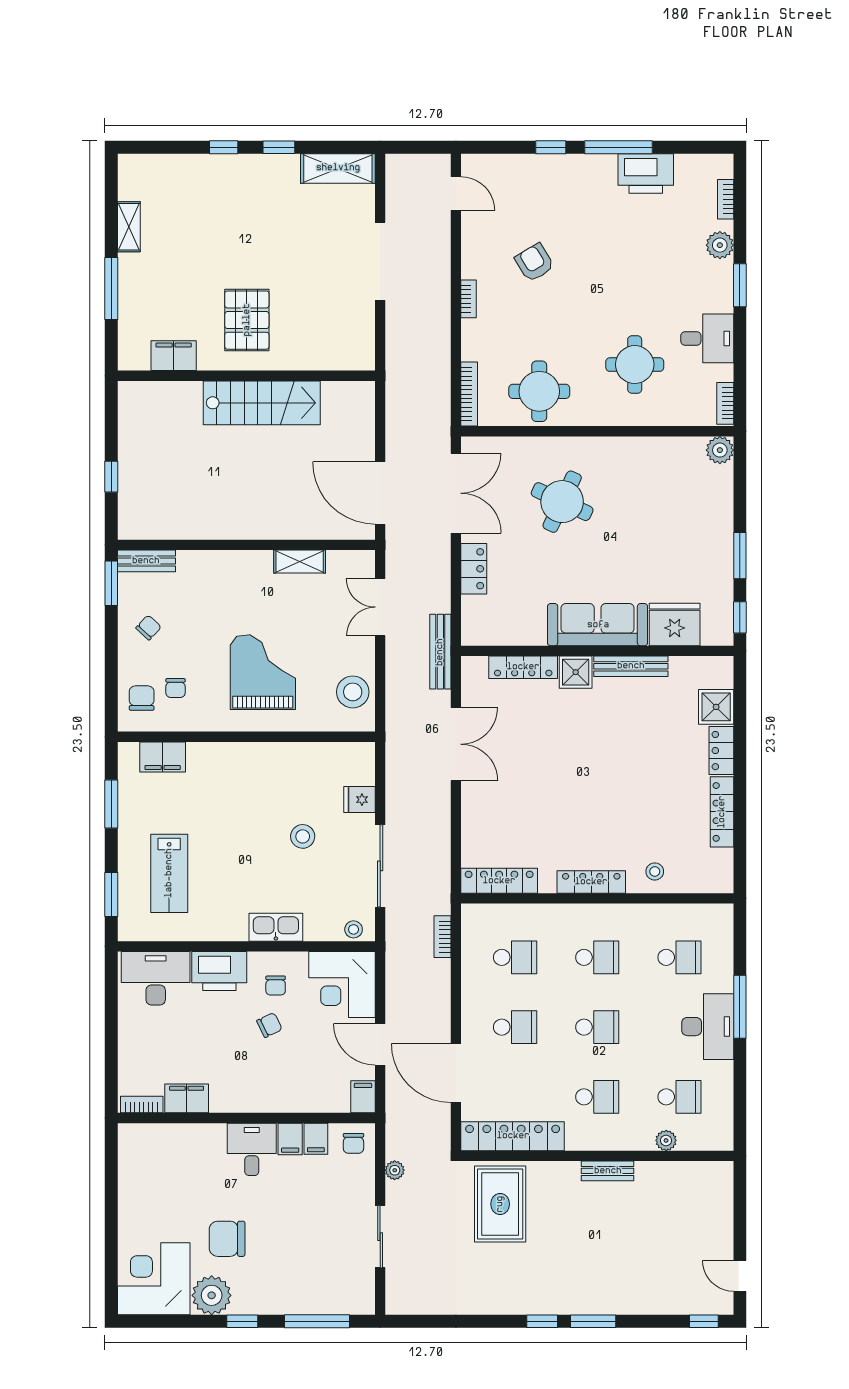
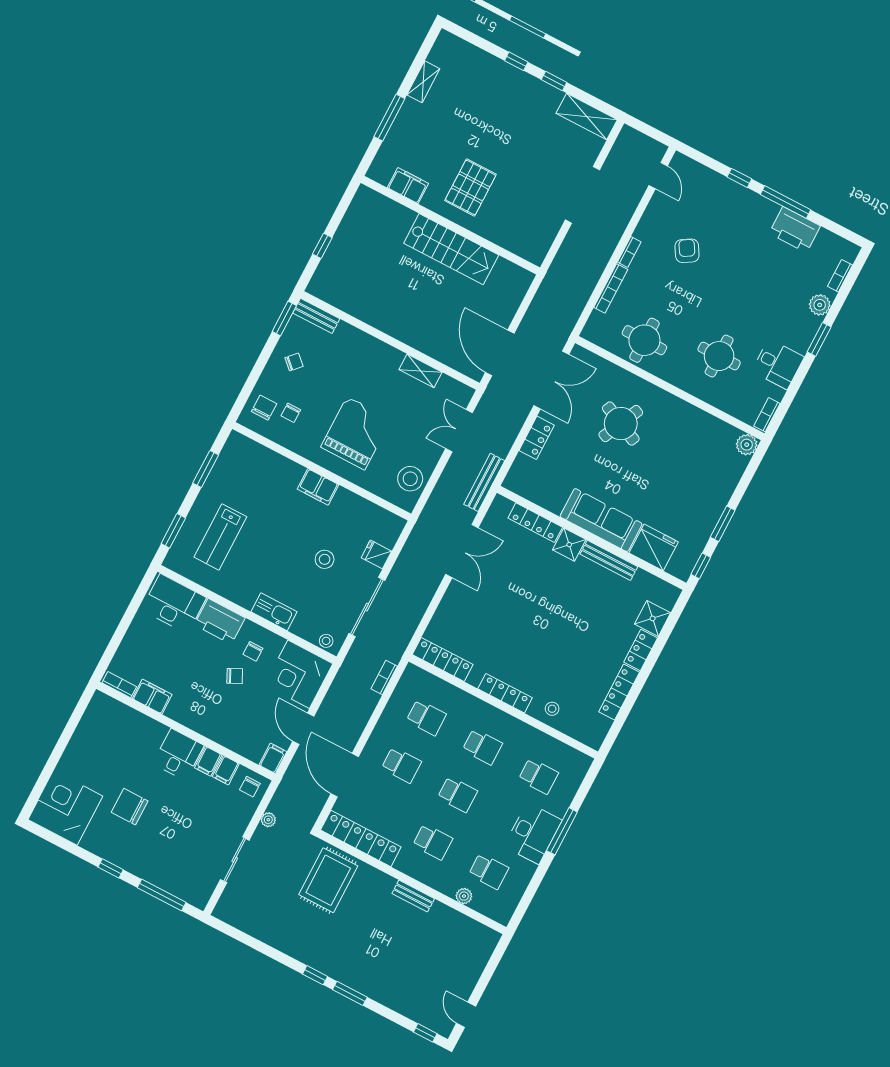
bookcase: (469, 394) -> (611, 288), moved
filing cabinet: (163, 757) -> (318, 487), moved
plant: (212, 1295) -> (99, 840), removed

